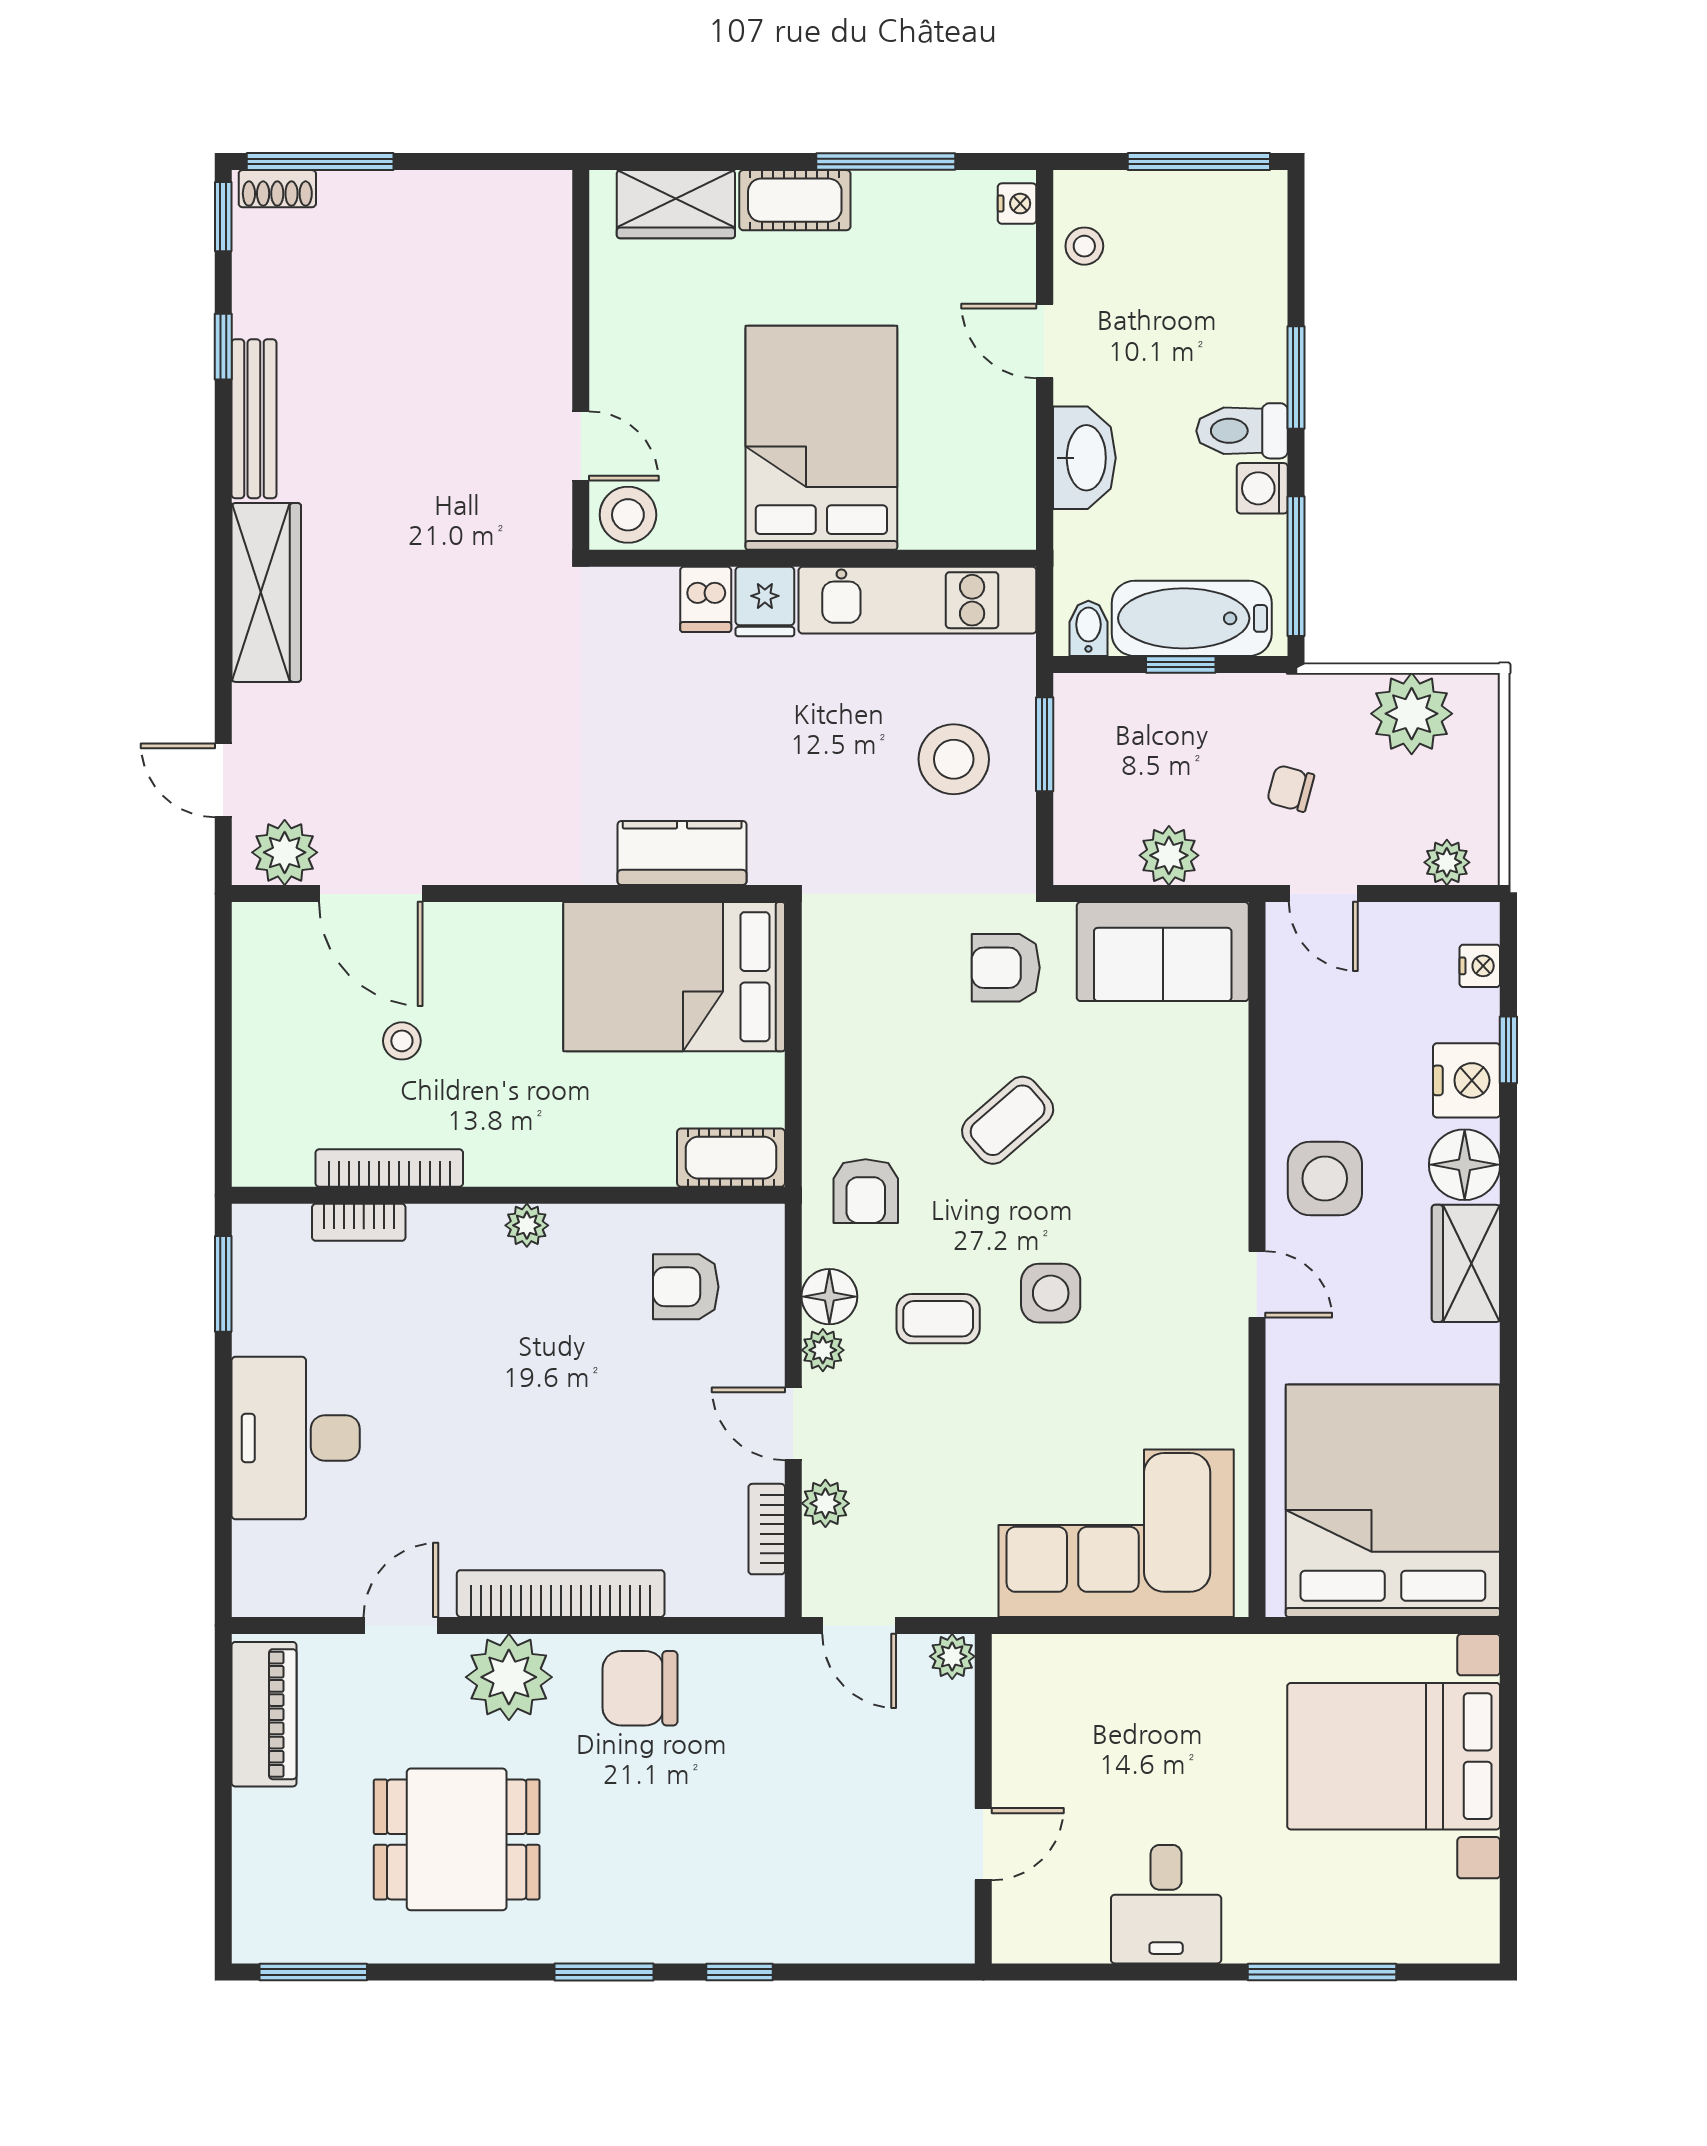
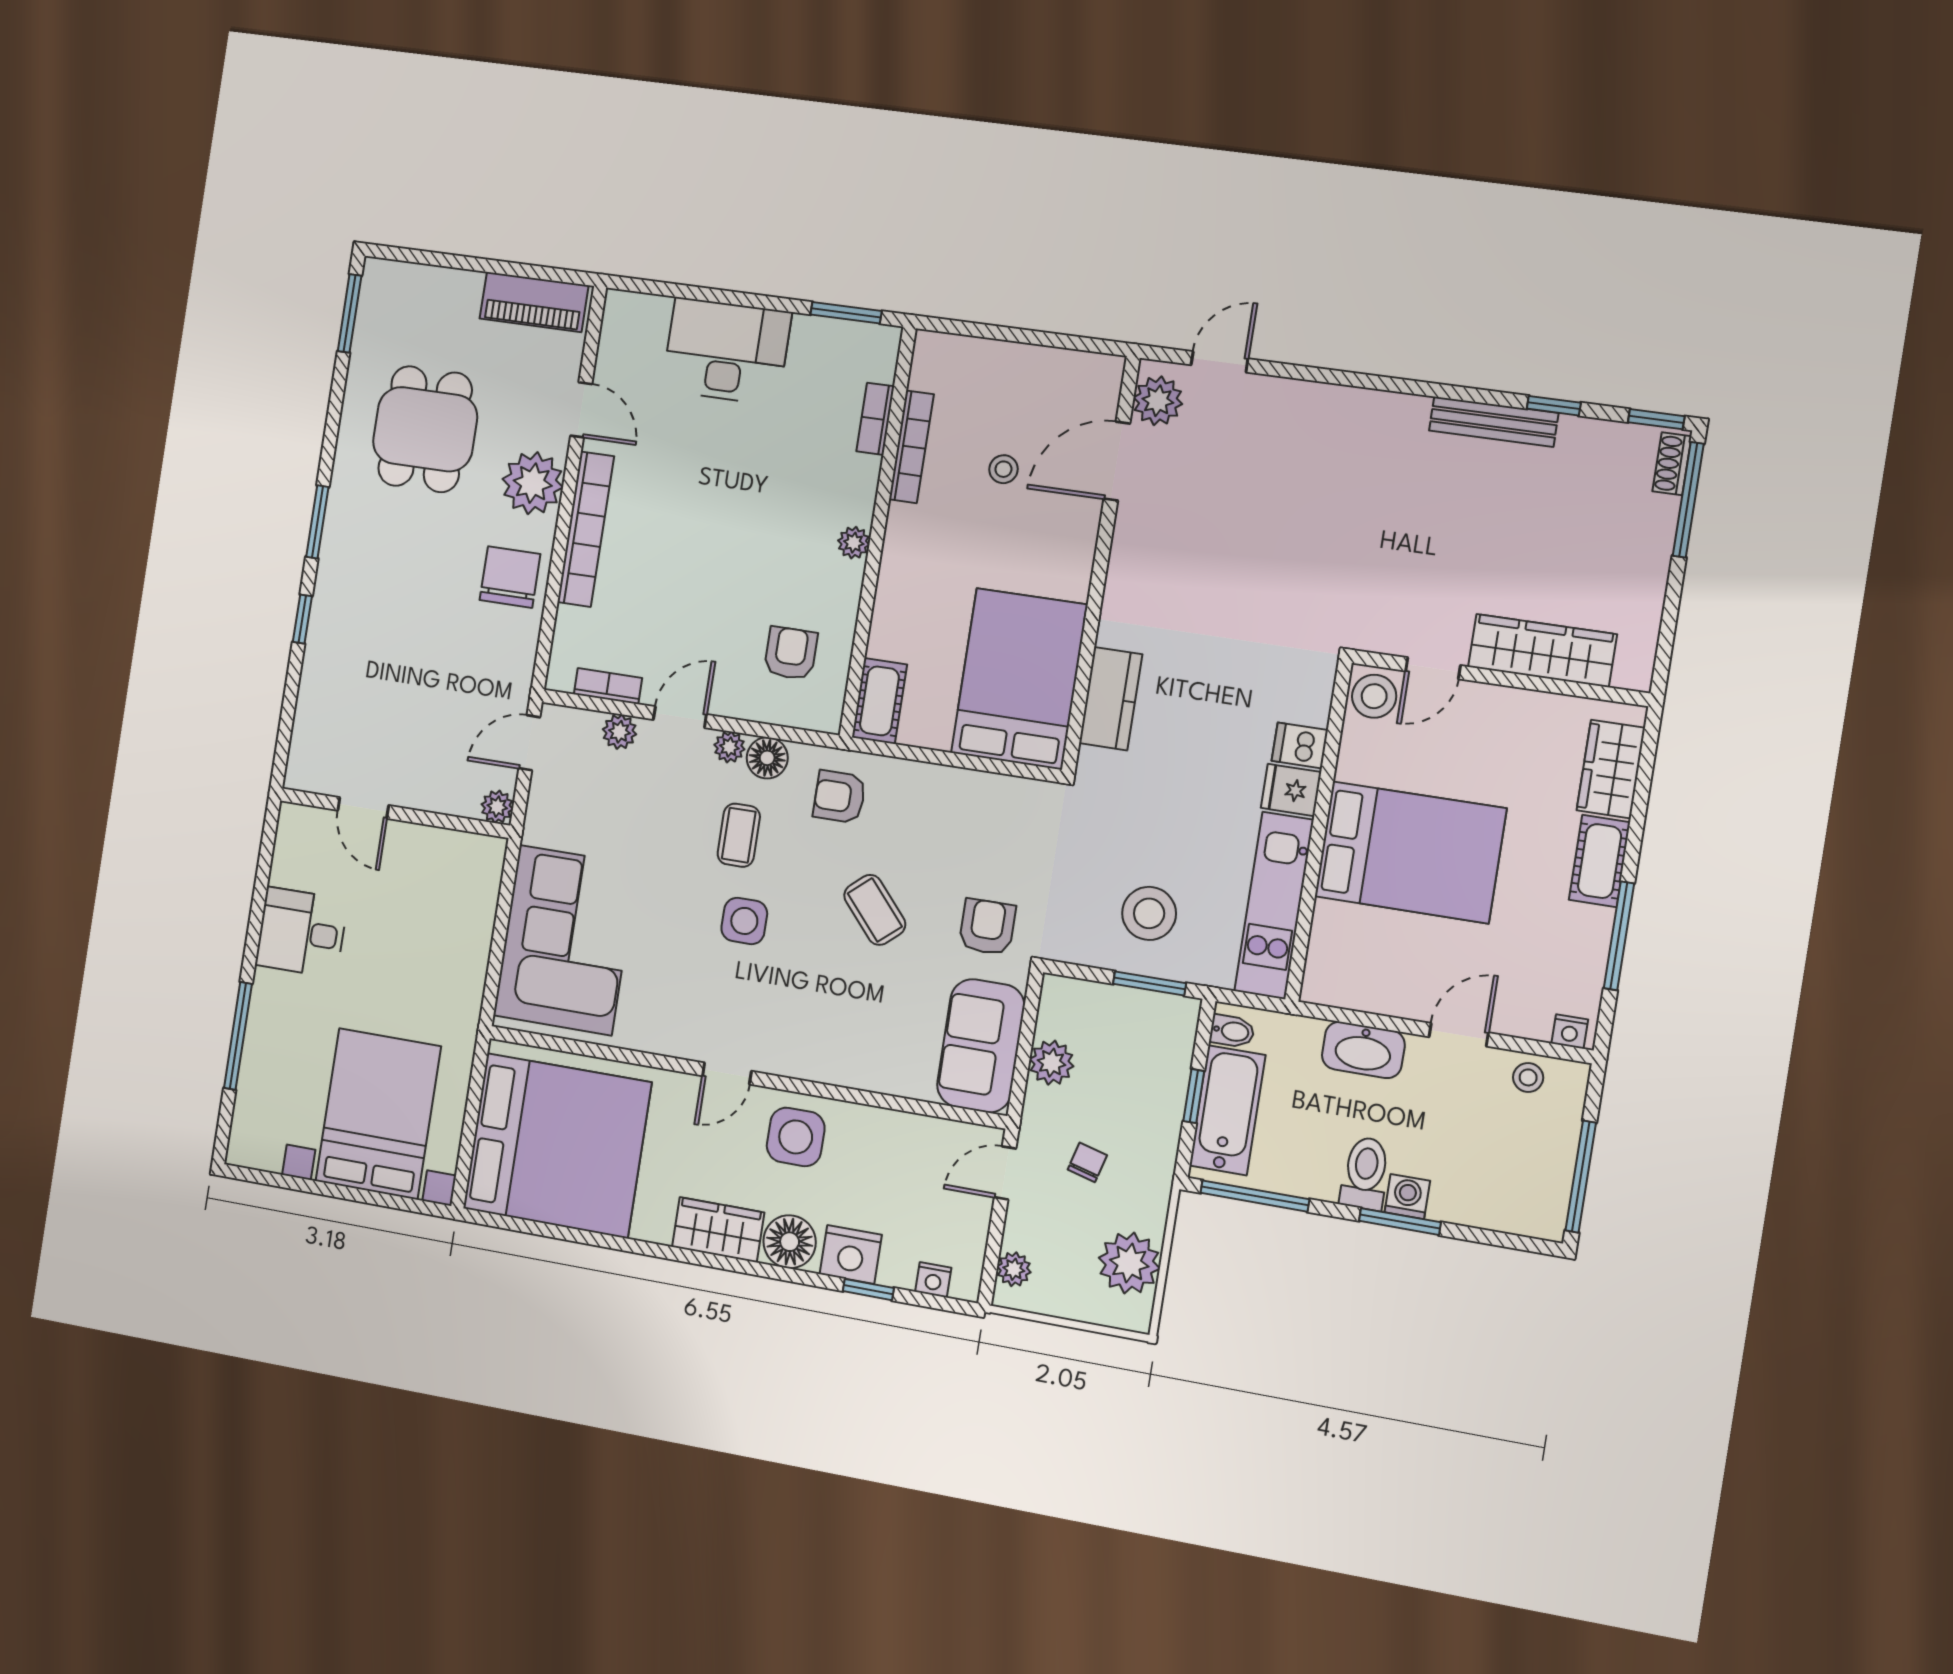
washing machine: (1262, 488) -> (1407, 1197), moved
wardrobe: (266, 592) -> (1542, 651), moved, turned 180

